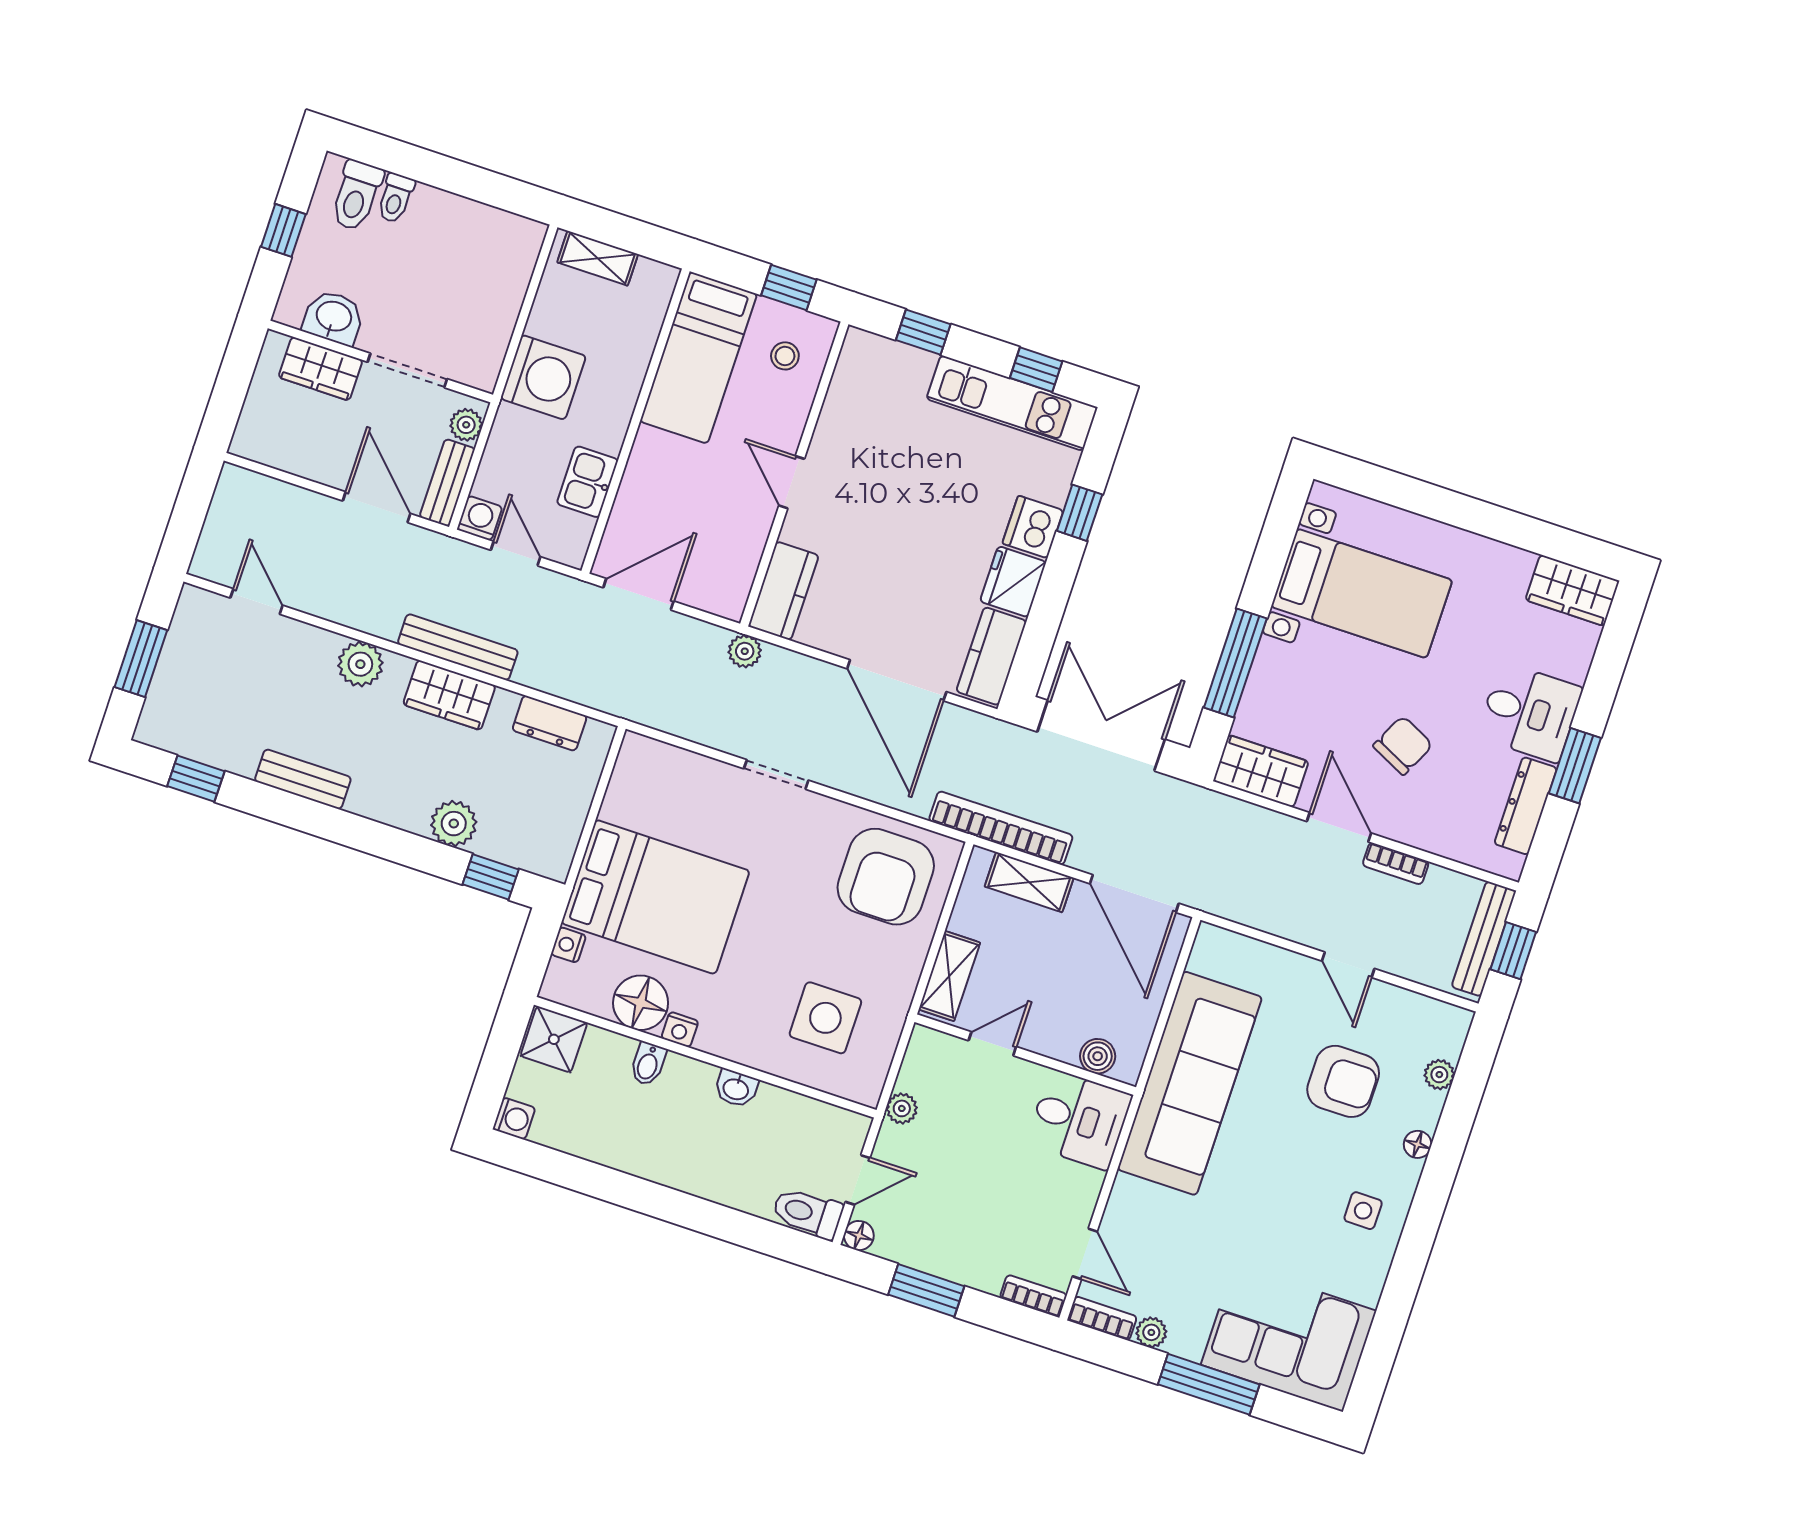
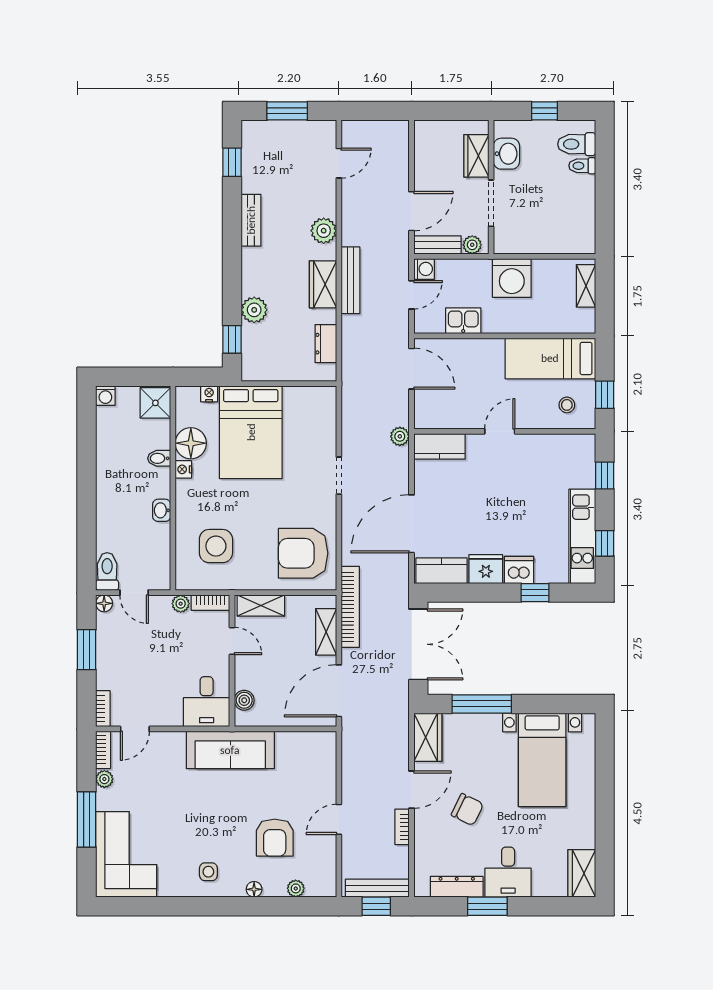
bookcase: (917, 1058) -> (210, 603), added
sofa: (1190, 1083) -> (230, 750), width x0.74, depth x0.79

